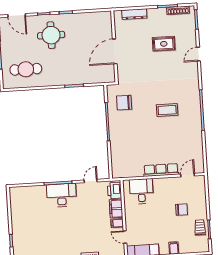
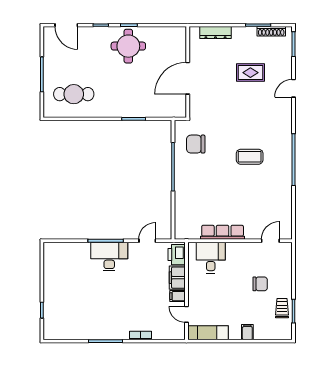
round table: (51, 35) -> (128, 46), moved
row of seats: (161, 170) -> (223, 232), moved

